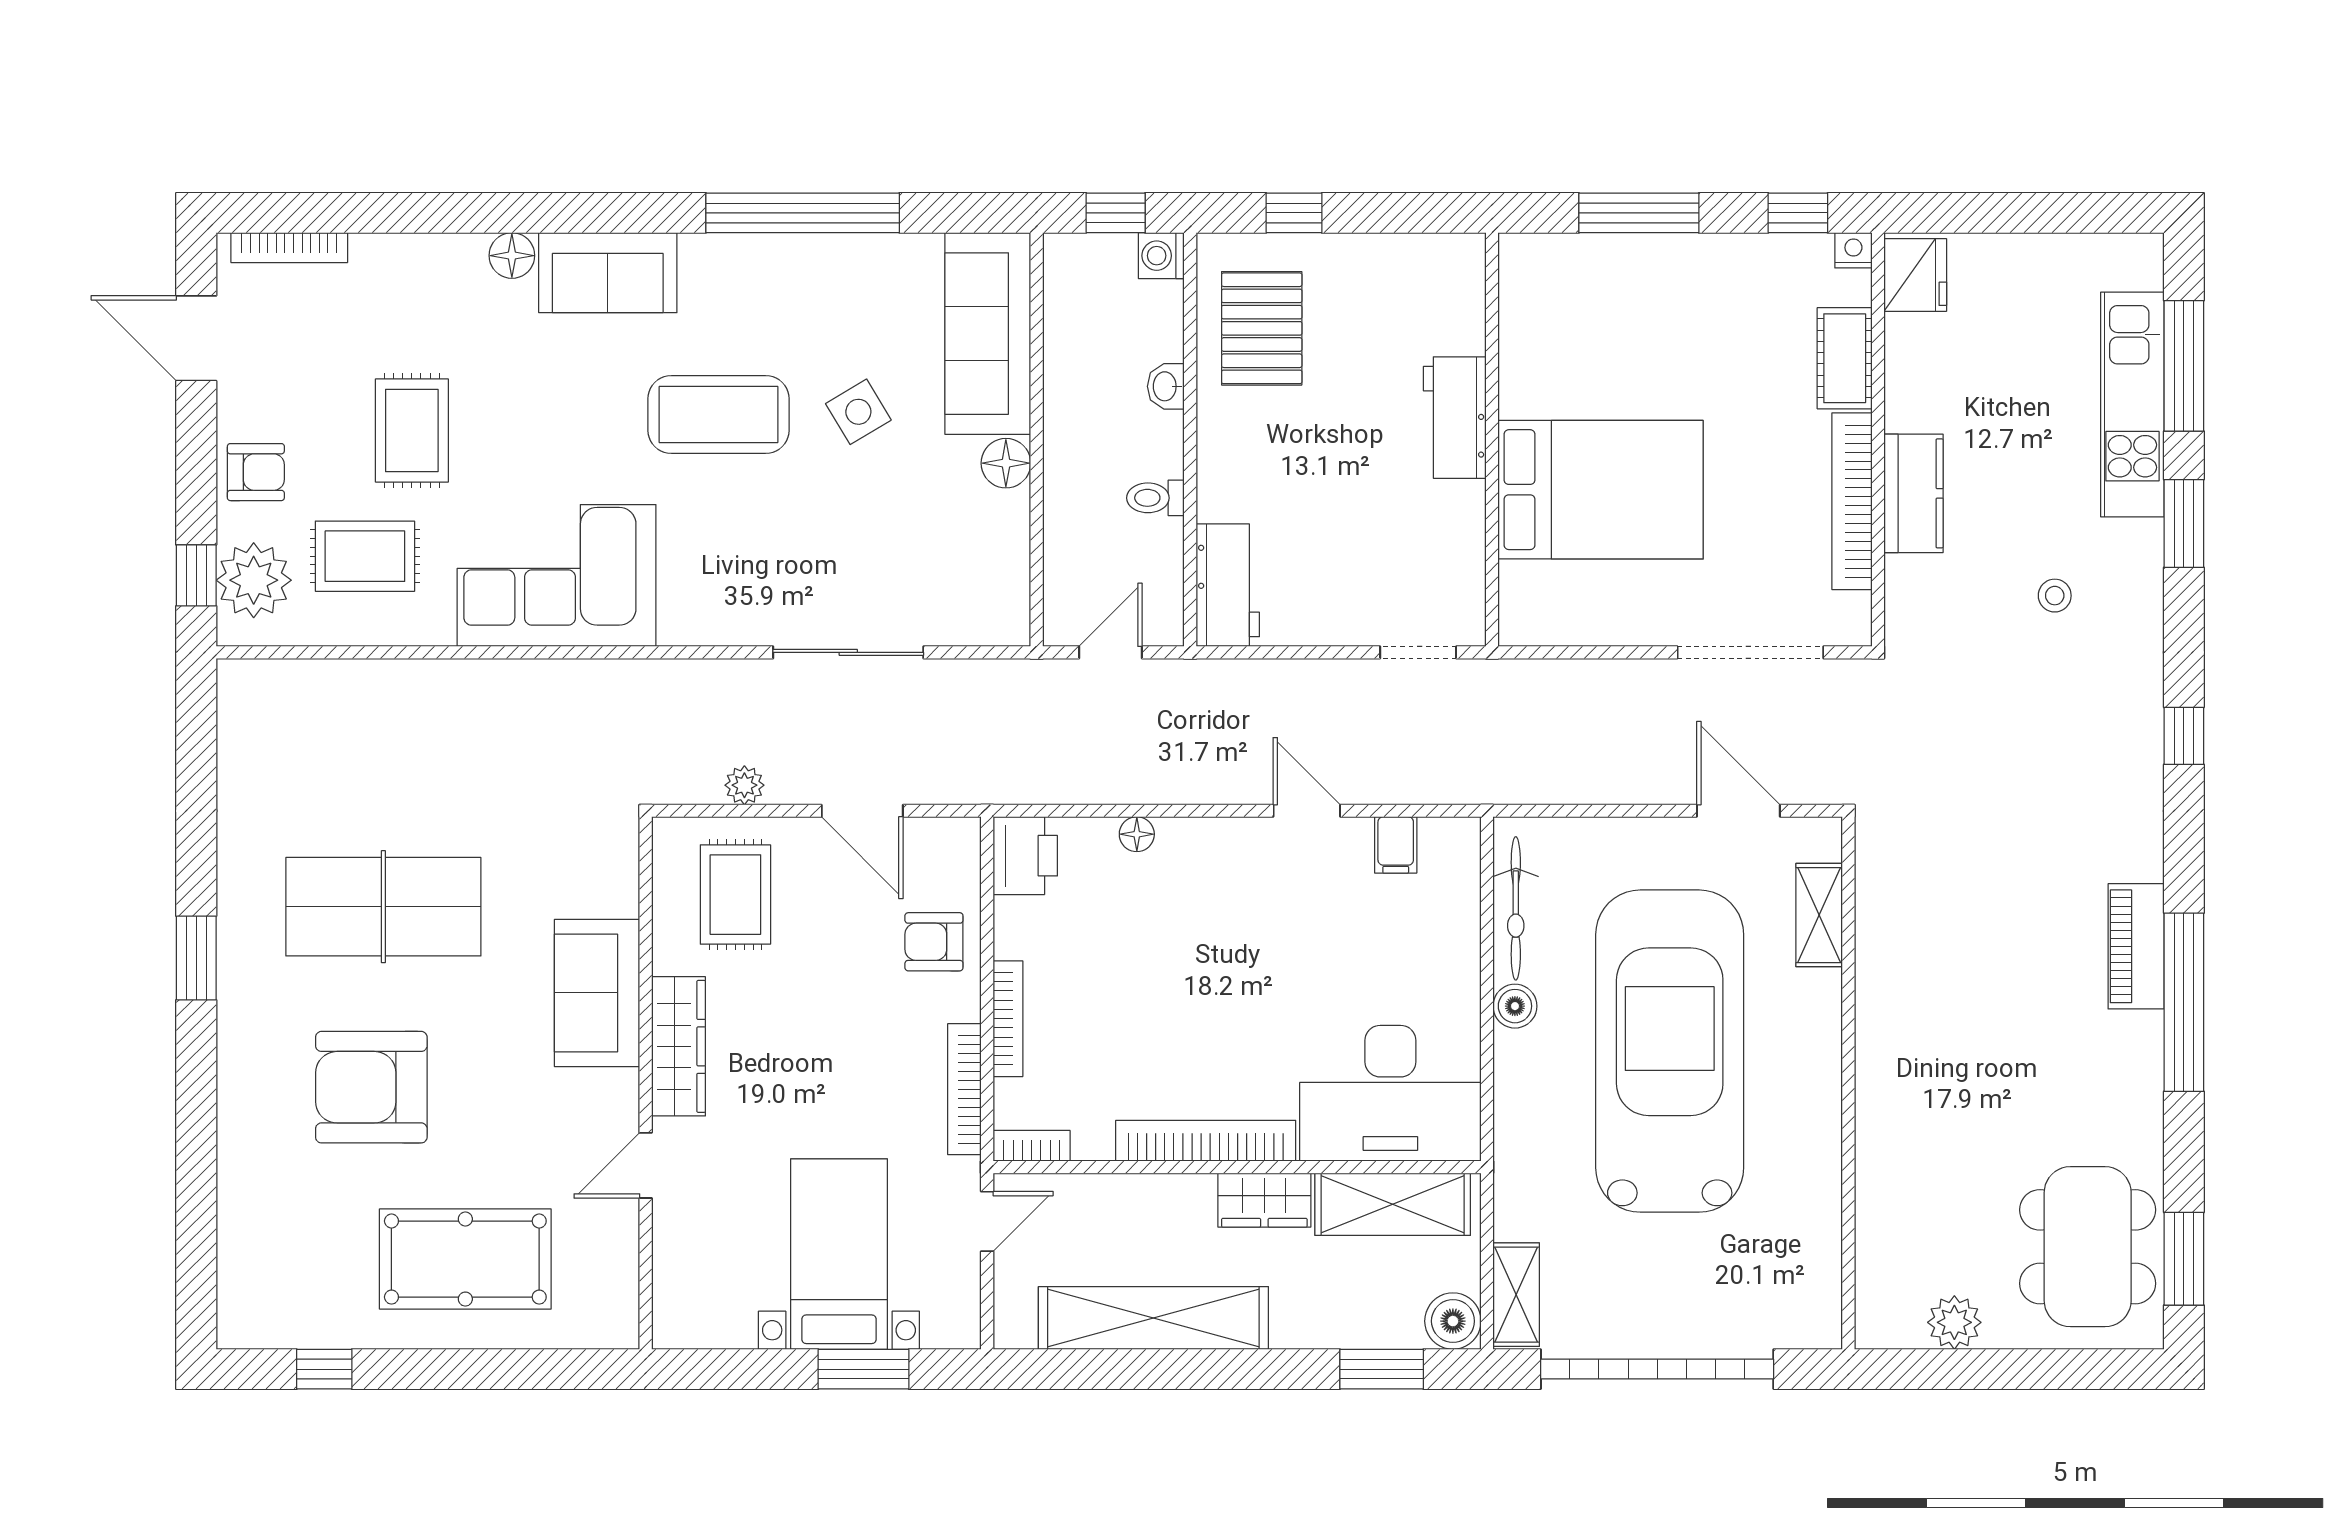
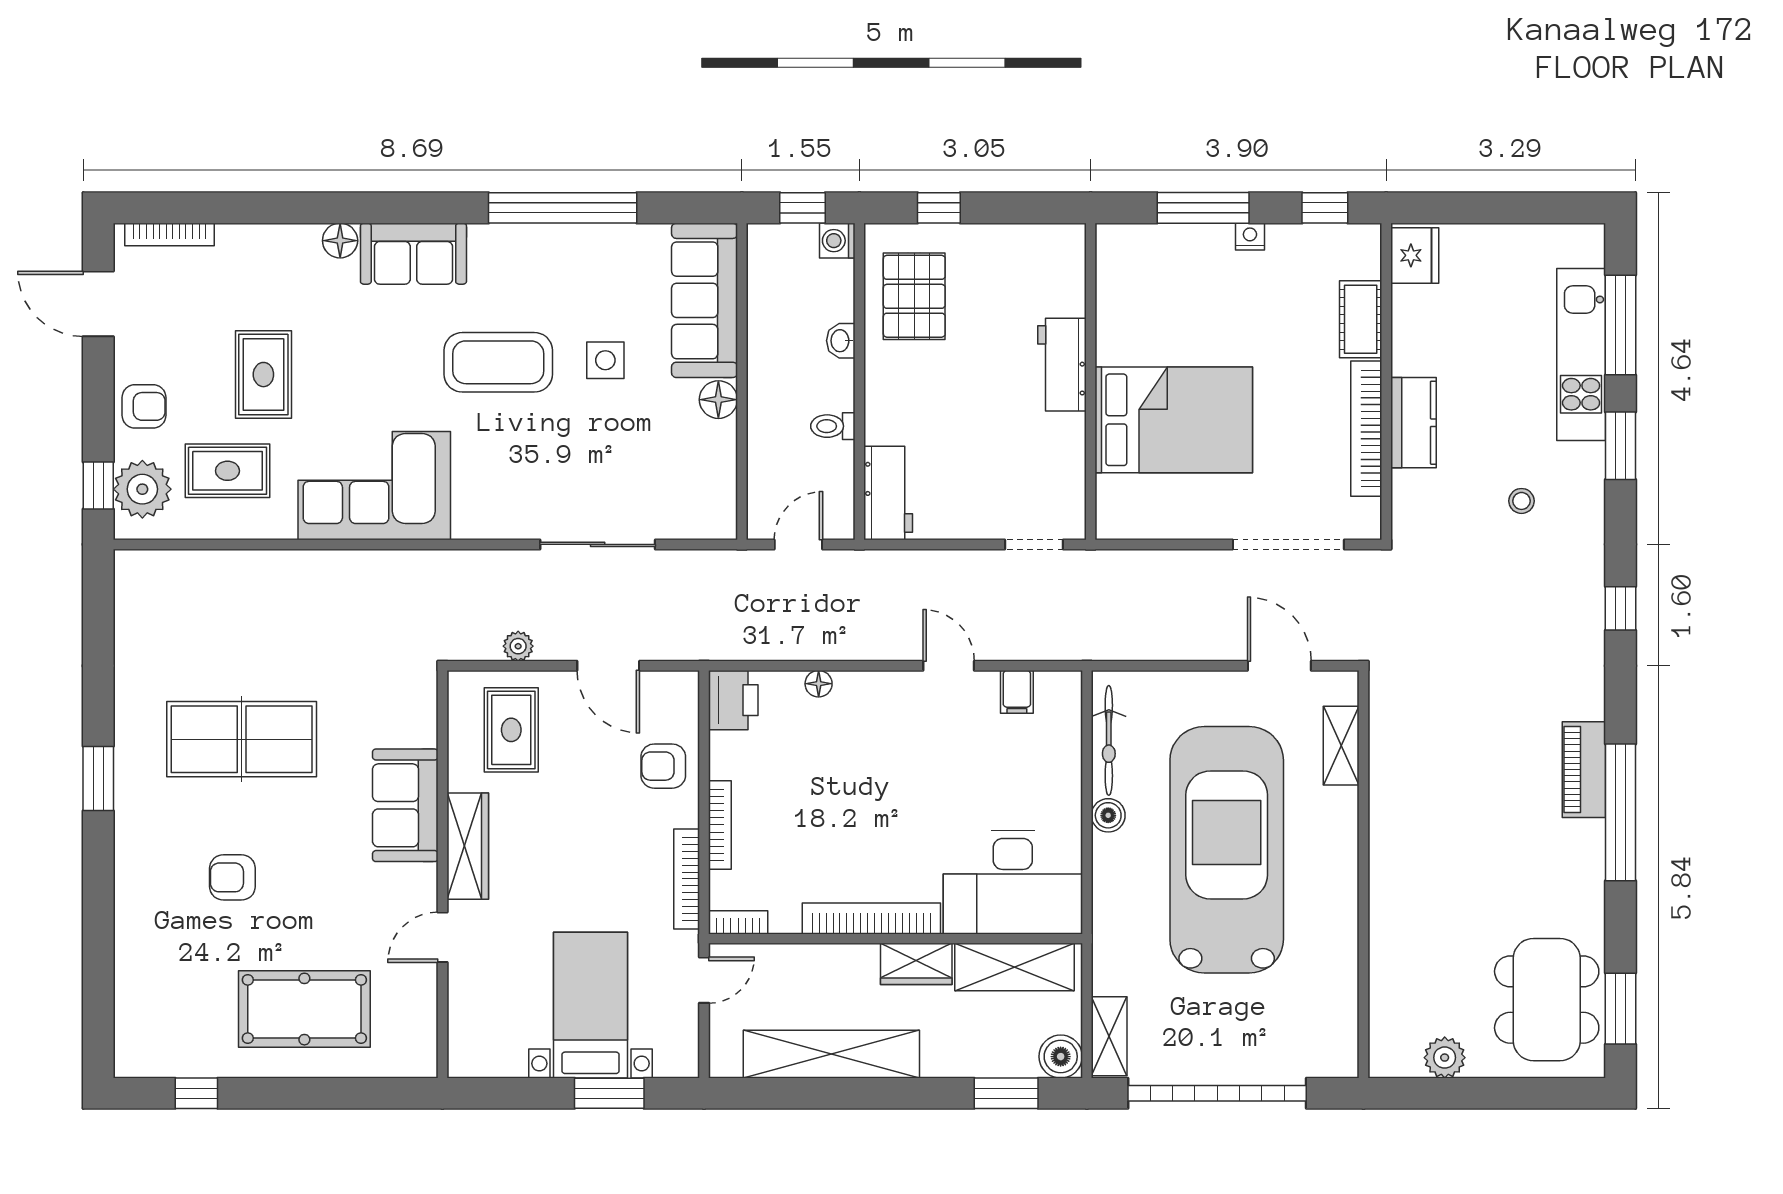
nightstand: (1853, 250) -> (1250, 237), moved
side table: (858, 412) -> (605, 360), turned 31
armchair: (371, 1087) -> (232, 877), width x0.53, depth x0.53

